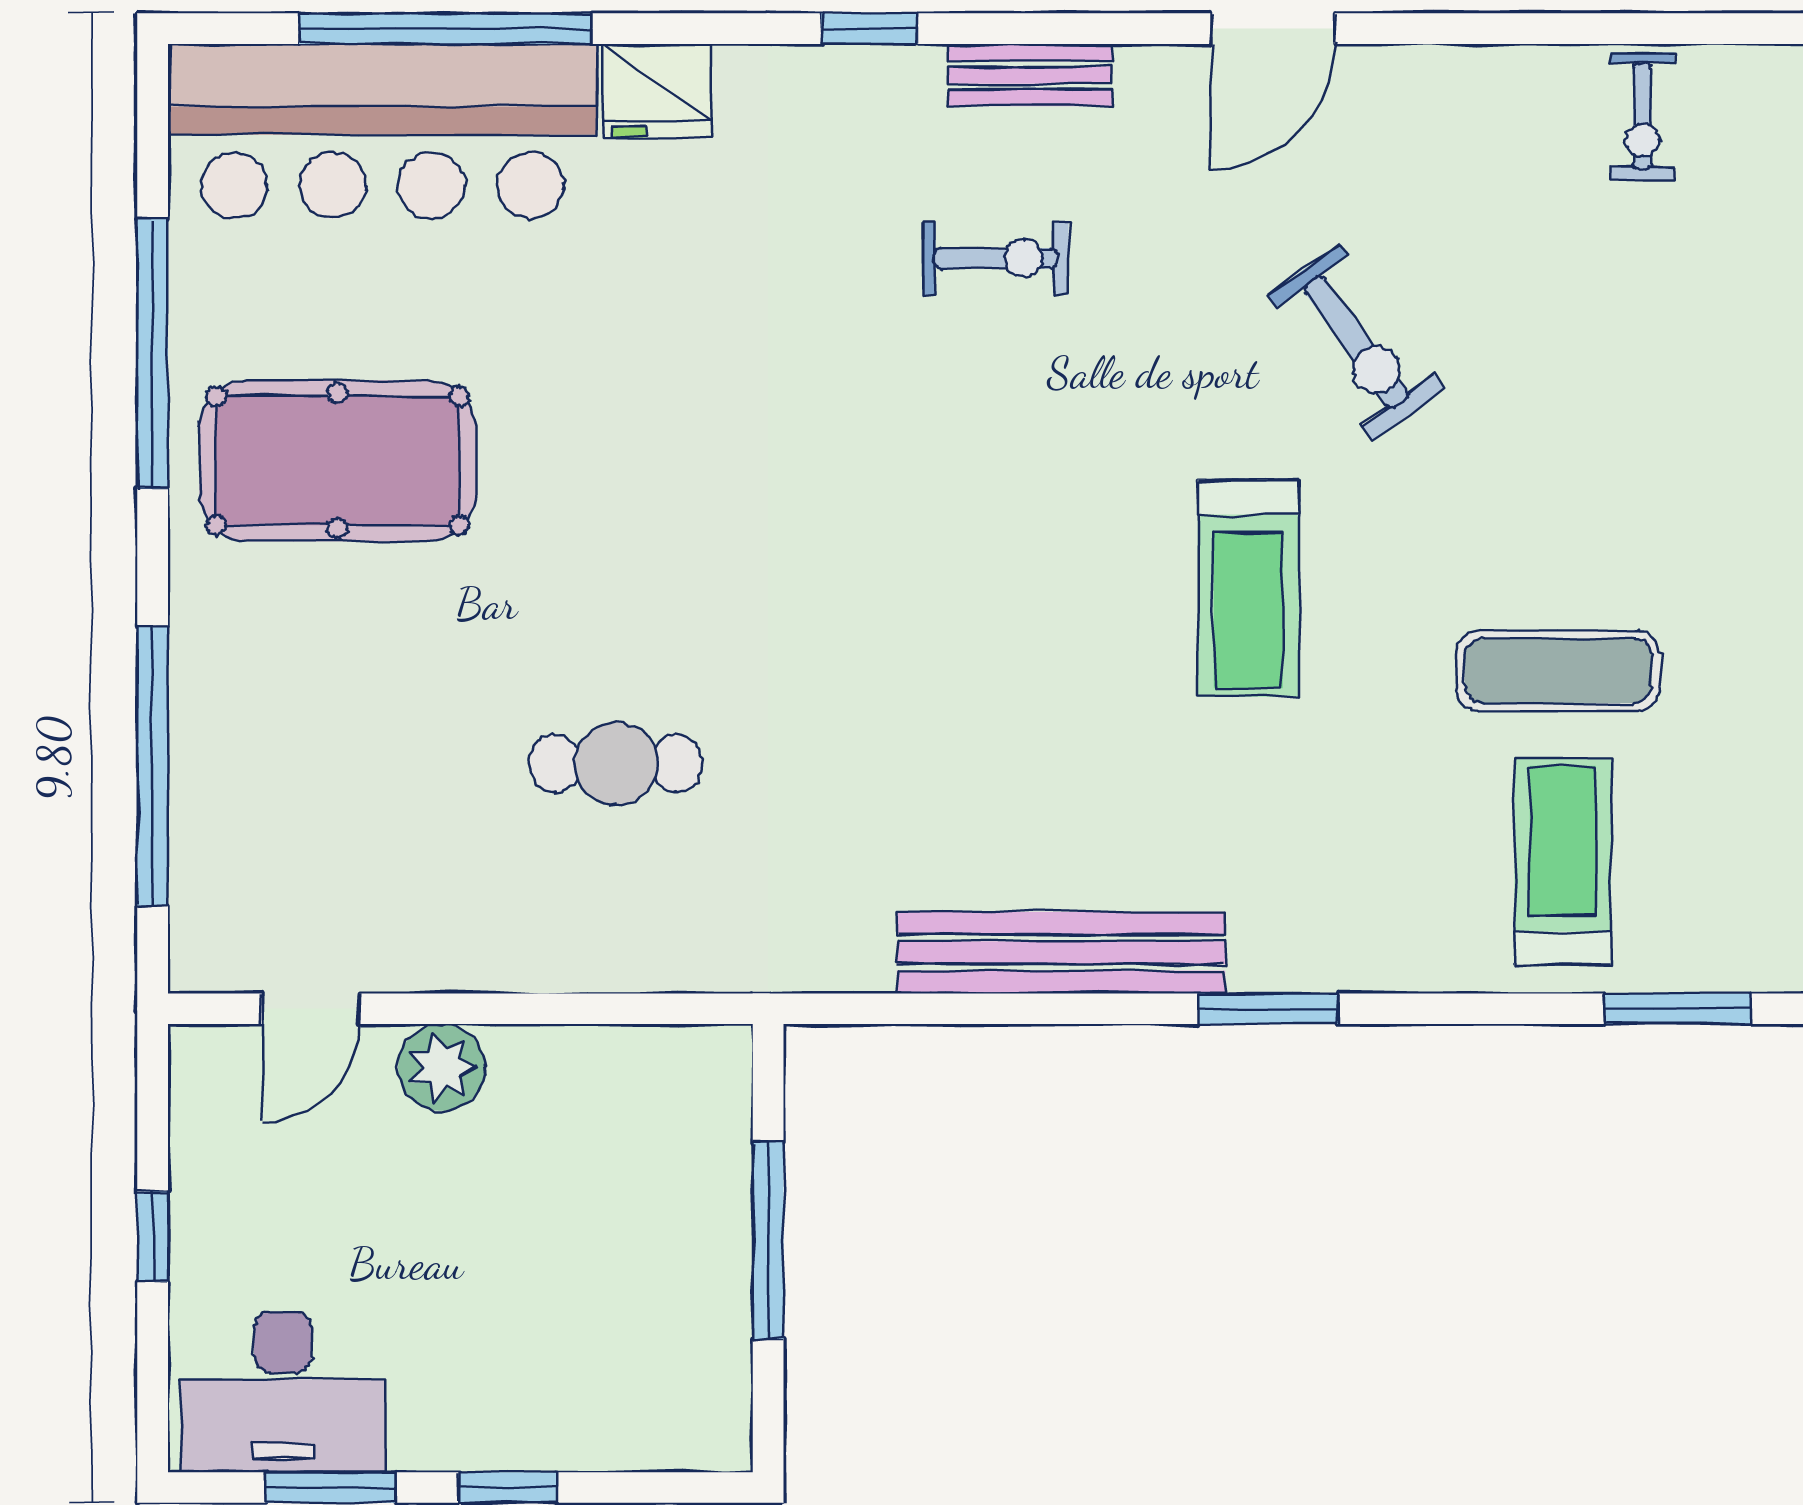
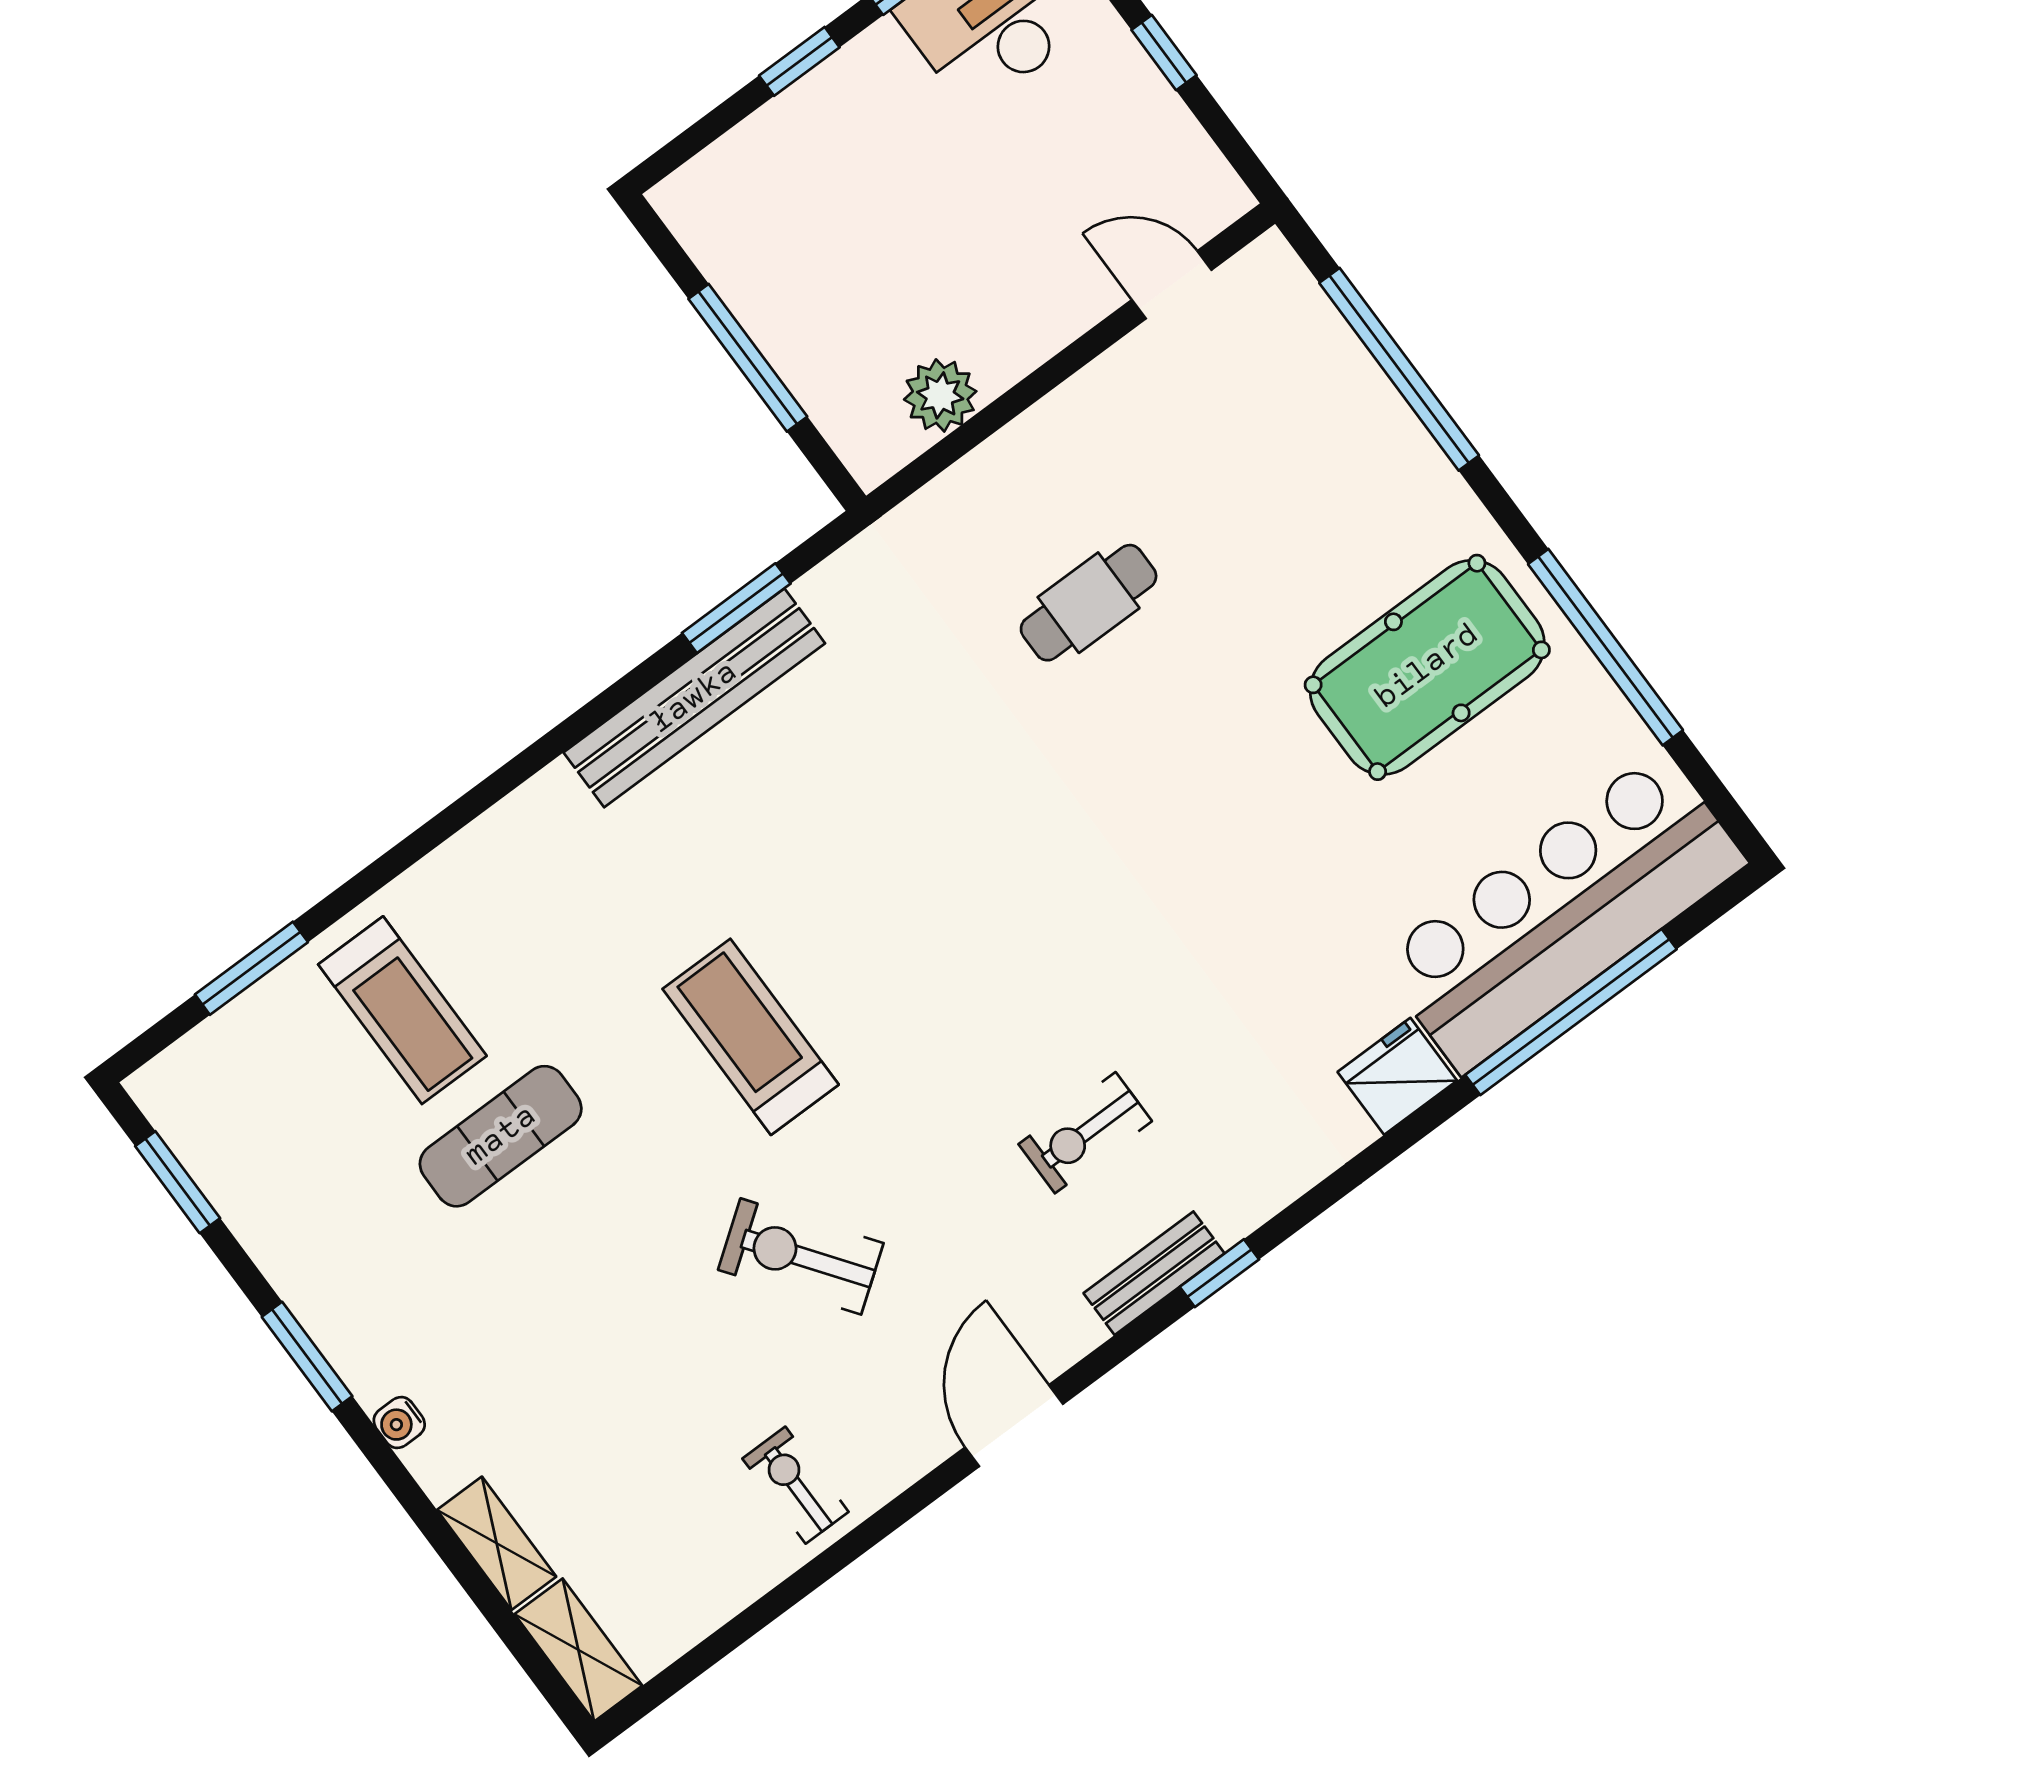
window: (869, 29) -> (1219, 1273), moved
exercise bike: (1642, 116) -> (795, 1485), moved
door: (310, 1009) -> (1172, 285), hinge flipped
window: (1268, 1009) -> (736, 608), moved
plant: (442, 1067) -> (940, 395), moved

